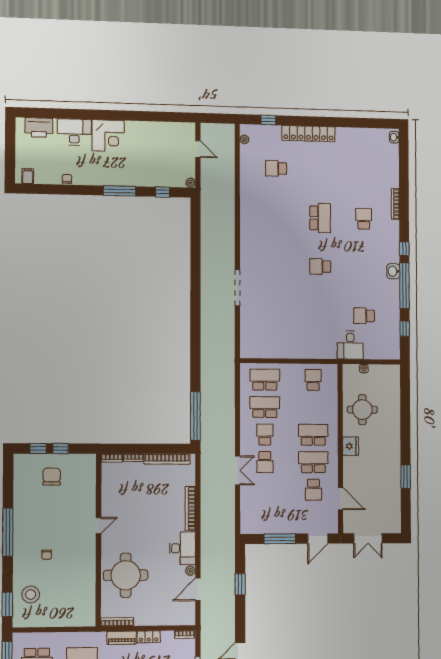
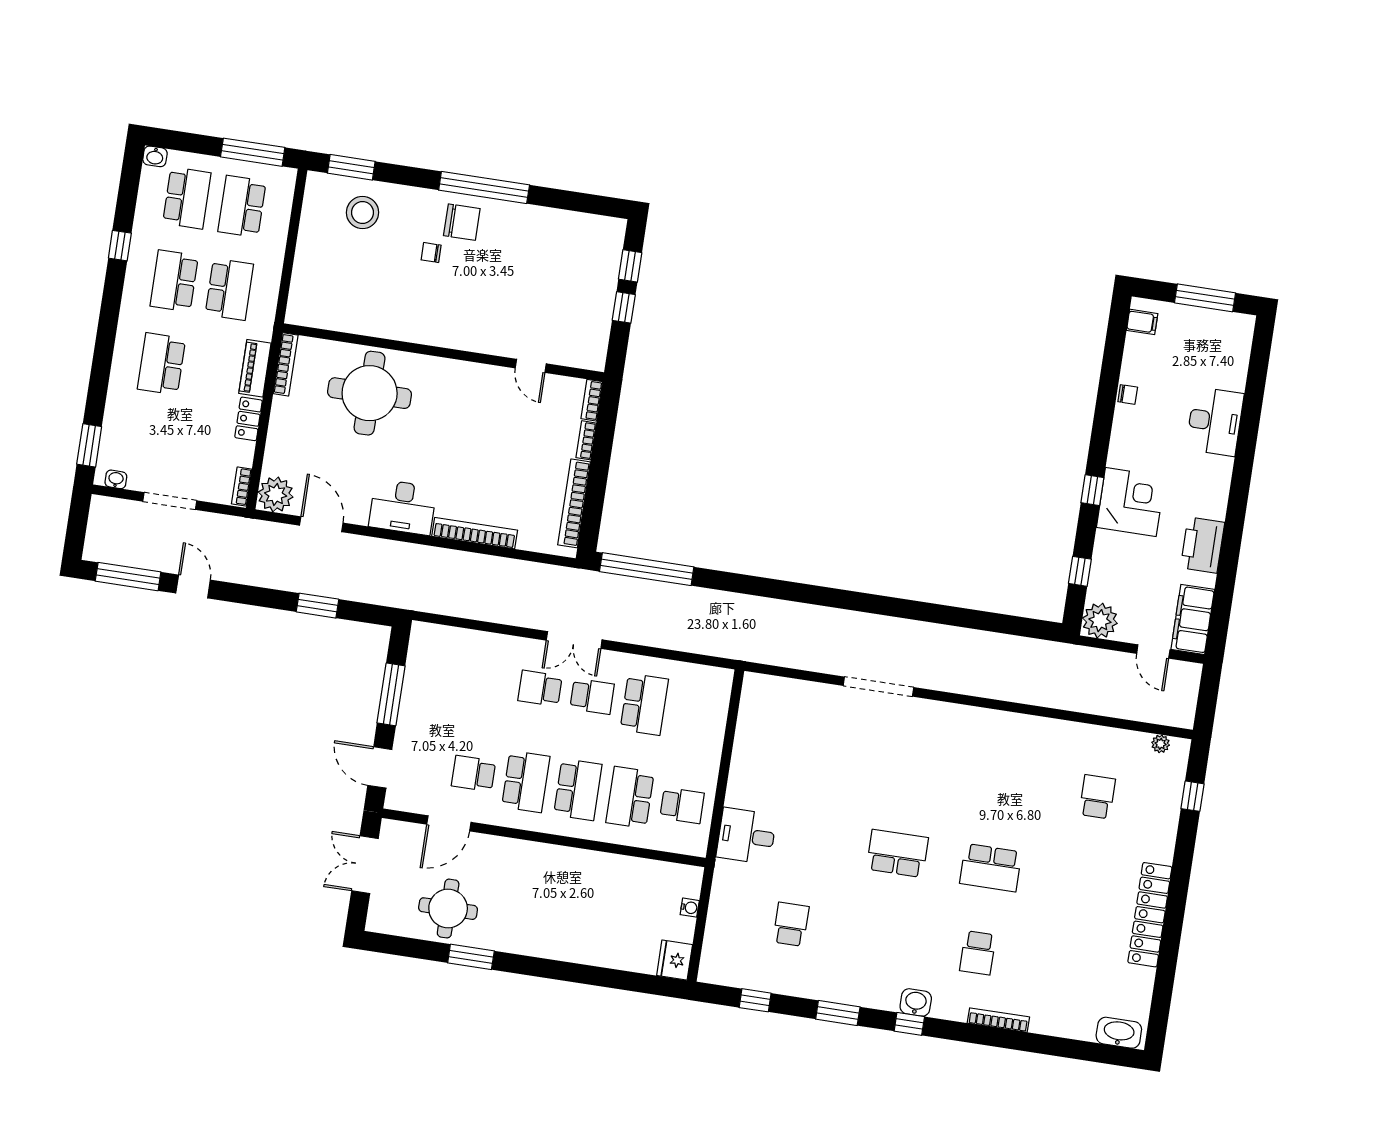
printer: (39, 128) -> (1203, 545), moved
filing cabinet: (178, 131) -> (1193, 619), added
locker: (308, 134) -> (1150, 915), moved
corner desk: (108, 136) -> (1131, 502), moved, turned 180
washbasin: (394, 137) -> (1119, 1033), width x1.91, depth x1.45
window: (10, 145) -> (1205, 298), added
door: (198, 149) -> (1153, 652), hinge flipped
plant: (191, 183) -> (1100, 621), width x1.88, depth x1.88
window: (120, 191) -> (1092, 490), width x0.46
school desk: (364, 219) -> (978, 953), turned 90
school desk: (320, 266) -> (897, 853), width x1.85
washbasin: (393, 271) -> (916, 1002), moved
window: (404, 286) -> (838, 1013), width x0.47
desk: (350, 345) -> (746, 836), moved
school desk: (265, 380) -> (630, 797), moved, turned 180
round table: (362, 410) -> (448, 909), moved
fridge: (351, 446) -> (675, 960), moved, turned 90
double door: (238, 470) -> (574, 640), moved
chair: (52, 477) -> (462, 222), moved
door: (99, 526) -> (531, 366), moved
plant: (190, 571) -> (276, 494), moved, width x1.88, depth x1.88

